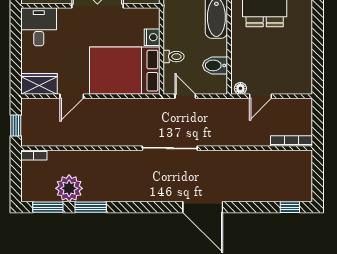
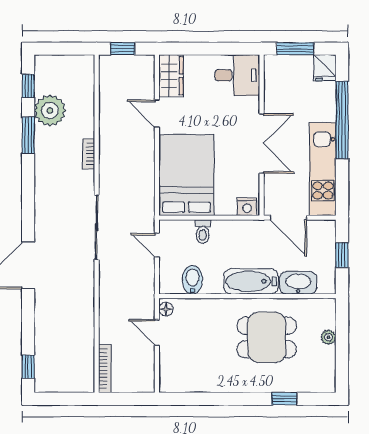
nightstand: (152, 37) -> (247, 207), moved
door: (185, 96) -> (157, 245), swing flipped
bookcase: (34, 155) -> (89, 154), moved
window: (48, 207) -> (28, 86), width x0.67

